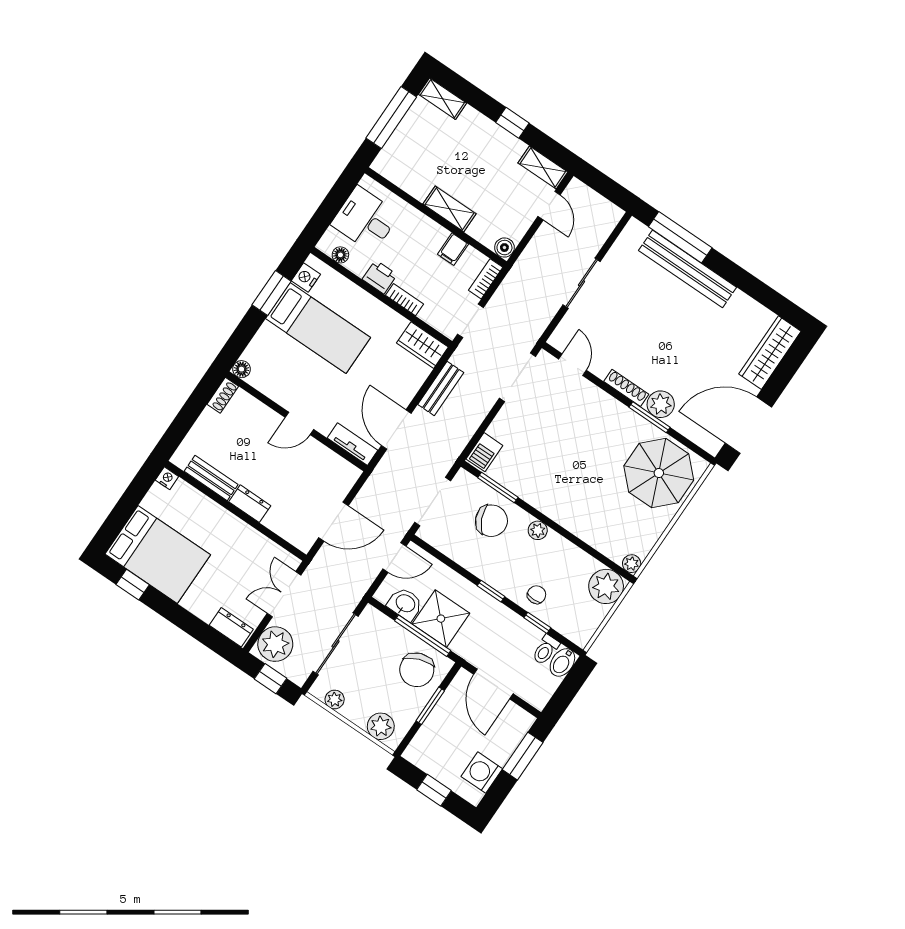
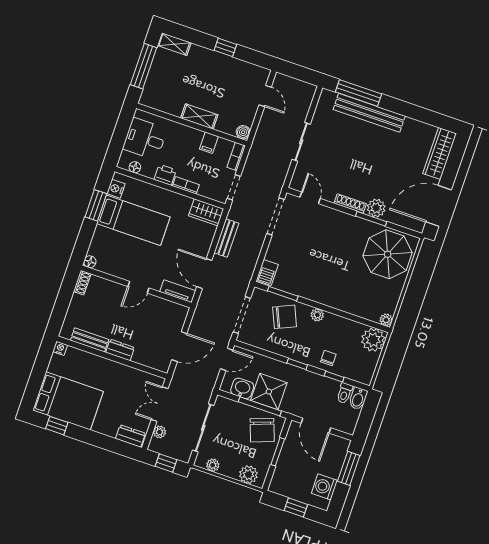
shelving: (543, 168) -> (254, 72), removed
plant: (275, 644) -> (159, 432), width x0.53, depth x0.53

